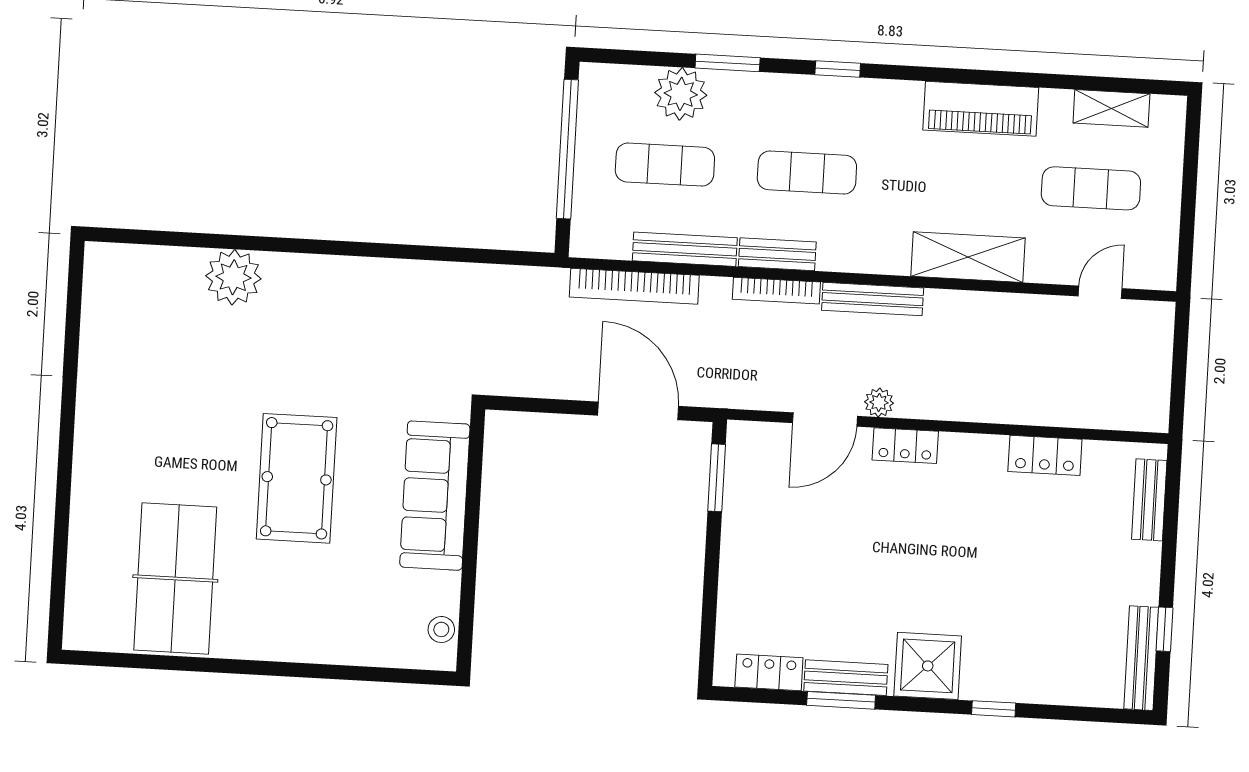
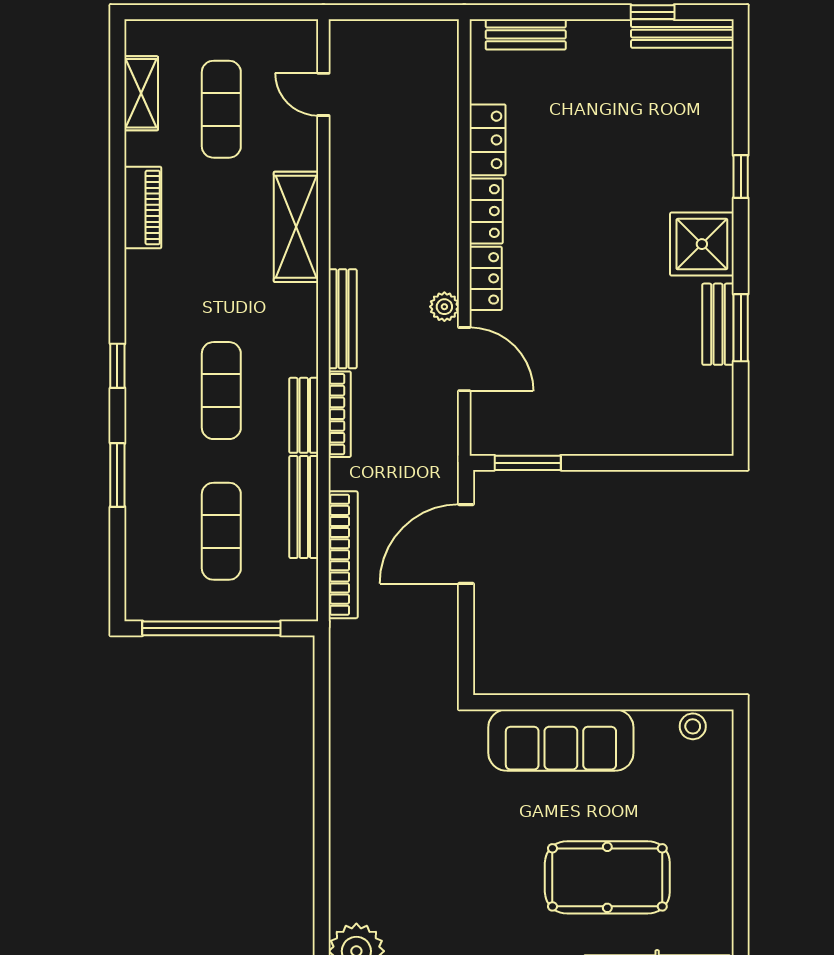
plant: (681, 94) -> (151, 519), removed
piano: (981, 109) -> (143, 207), width x0.73, depth x0.75
pool table: (297, 478) -> (607, 877), moved
locker: (769, 672) -> (486, 211), moved, turned 180

